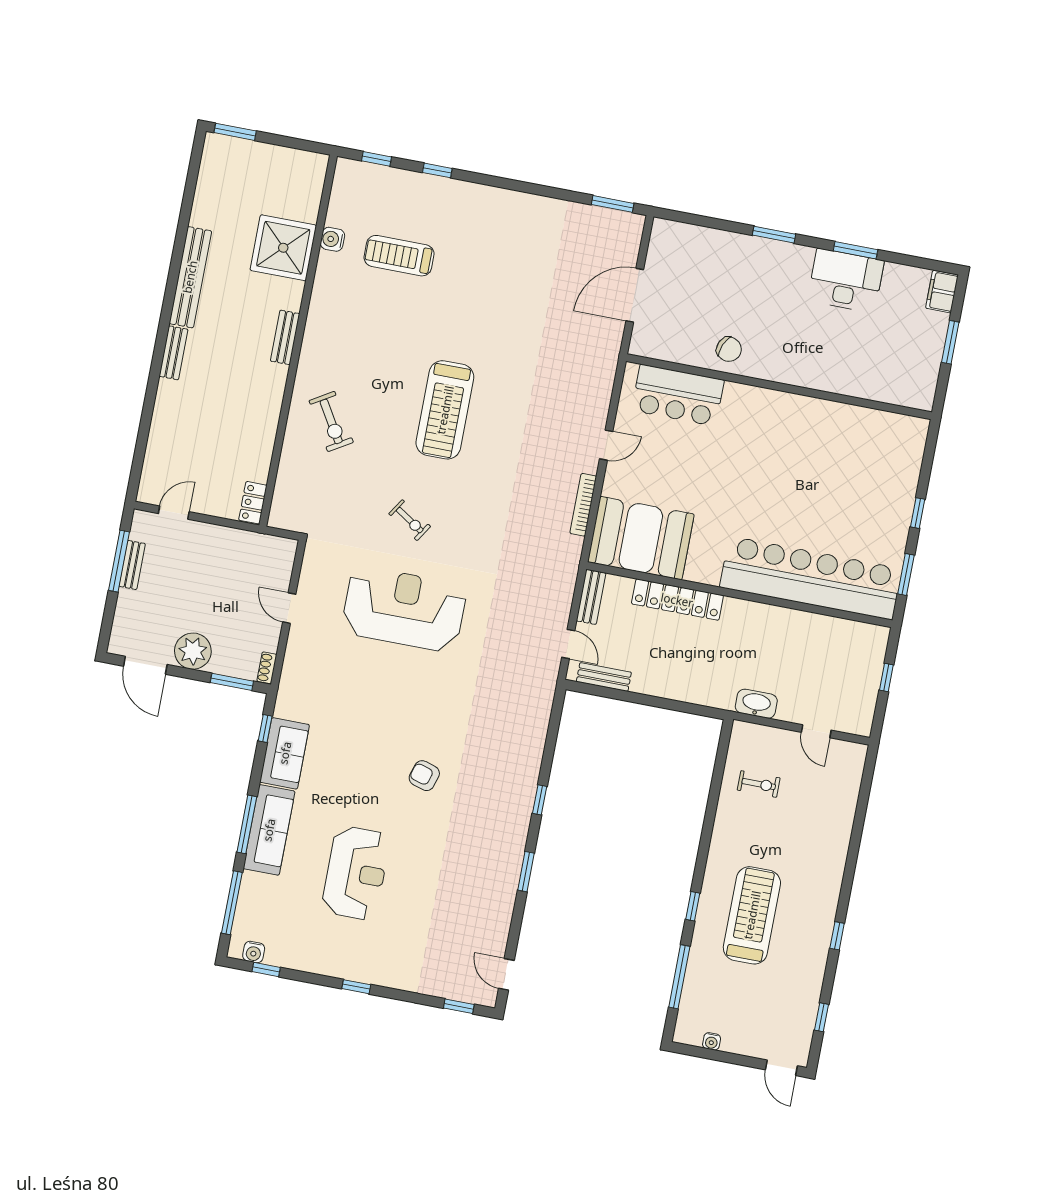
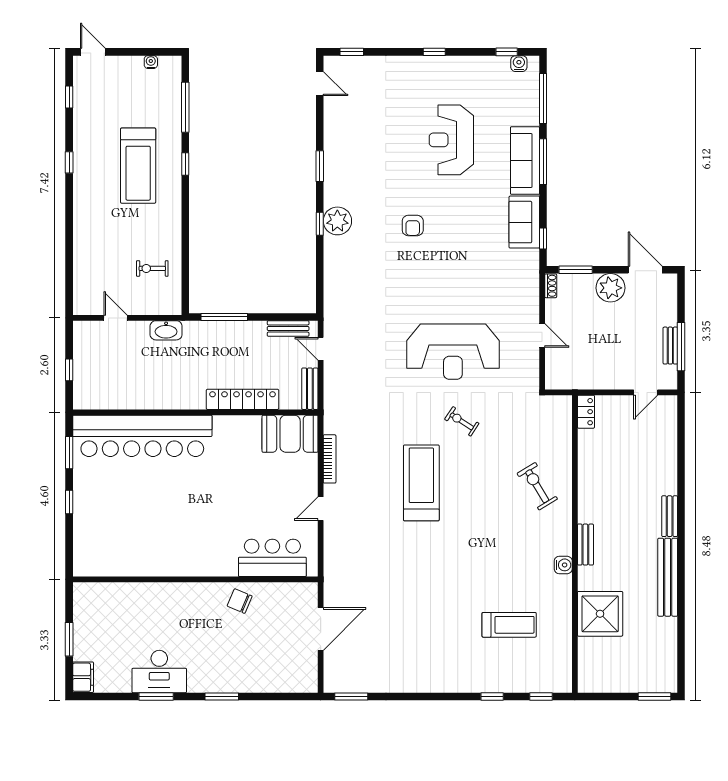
water cooler: (332, 239) -> (563, 565), moved
treadmill: (445, 410) -> (421, 483), moved
booth: (641, 538) -> (290, 434), width x0.73, depth x0.70
window: (681, 706) -> (224, 317), added
armchair: (424, 776) -> (413, 226), turned 73
plant: (517, 799) -> (337, 221), added

